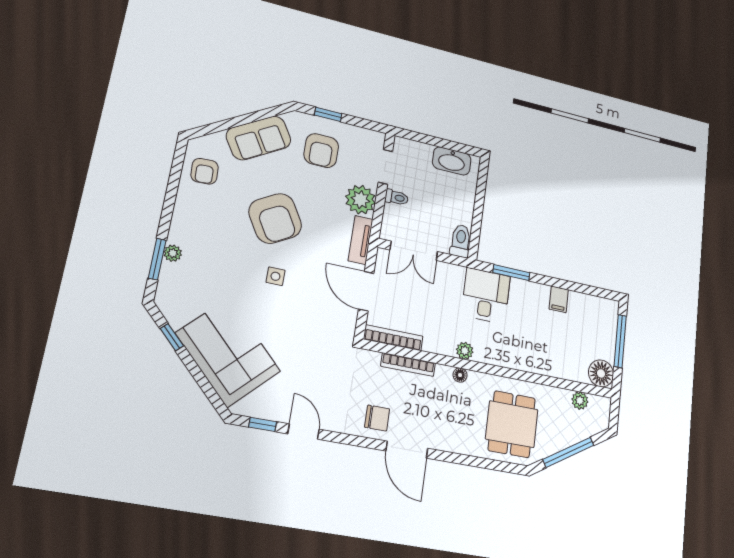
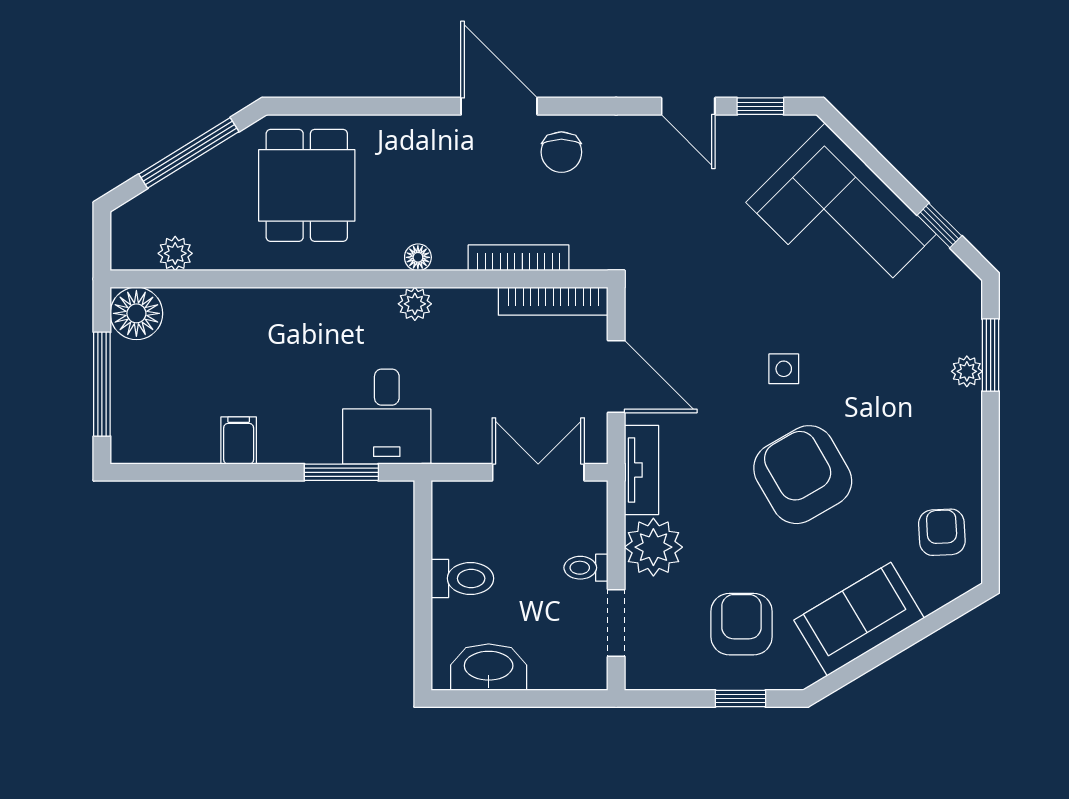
toilet: (461, 241) -> (462, 578), moved, turned -90
chair: (377, 418) -> (561, 152), turned -90

